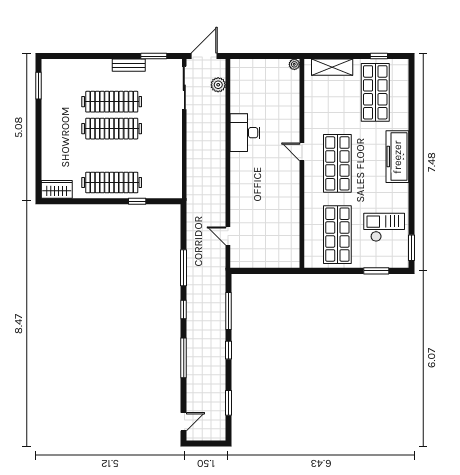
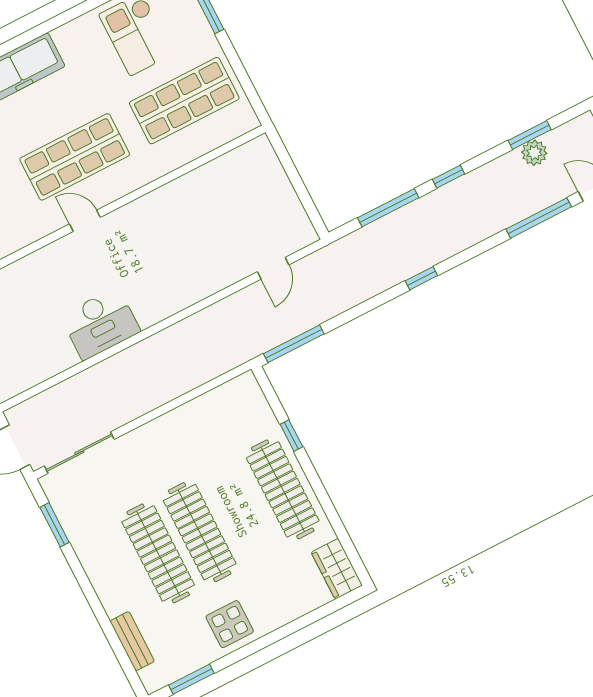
bench: (129, 65) -> (132, 641), moved
plant: (218, 85) -> (534, 153), moved
display table: (57, 120) -> (230, 624), added
door: (302, 152) -> (85, 221), swing flipped
window: (184, 268) -> (294, 344), moved
window: (184, 358) -> (539, 218), moved

